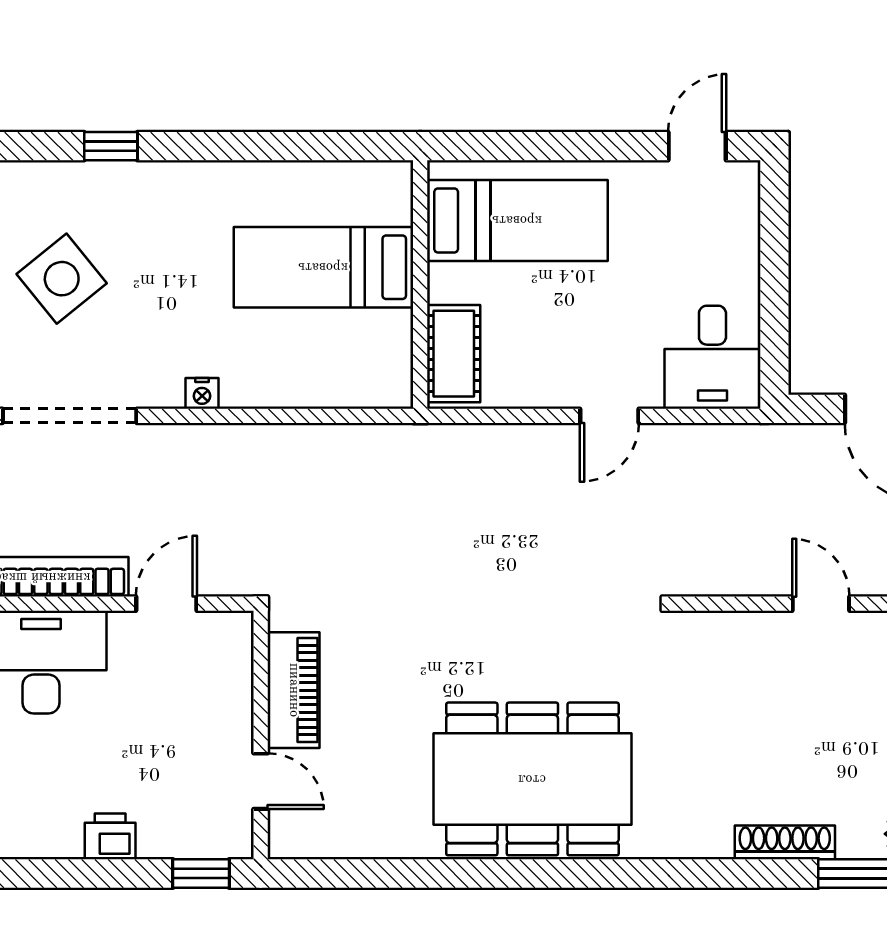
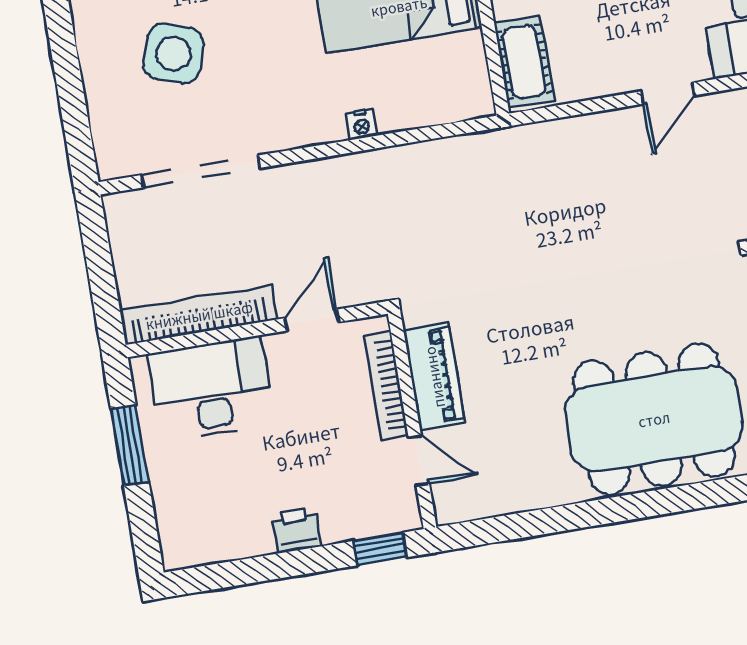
side table: (62, 279) -> (174, 54), turned -33
nightstand: (202, 393) -> (362, 124), moved
bookcase: (238, 691) -> (386, 386), added

